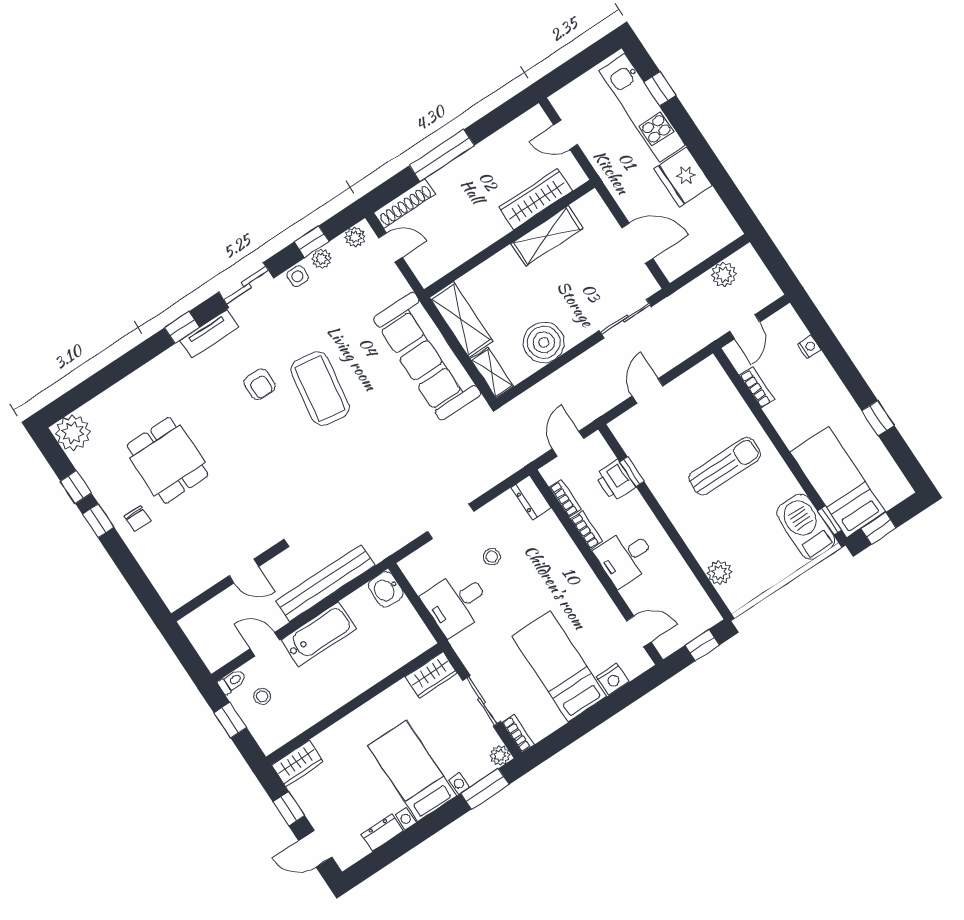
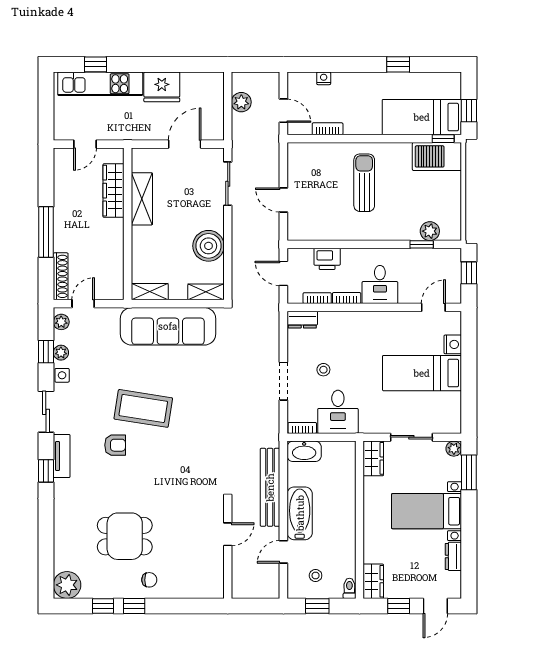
shelving: (461, 319) -> (150, 292), width x0.67, depth x0.75
window: (632, 472) -> (422, 244), moved
washbasin: (386, 589) -> (304, 451), width x1.38
toilet: (232, 682) -> (349, 588), moved
bookcase: (518, 734) -> (302, 428), moved

